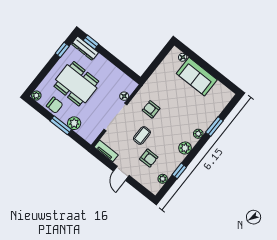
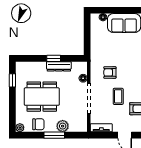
window: (91, 42) -> (54, 58), moved
dresser: (85, 48) -> (59, 66), moved

